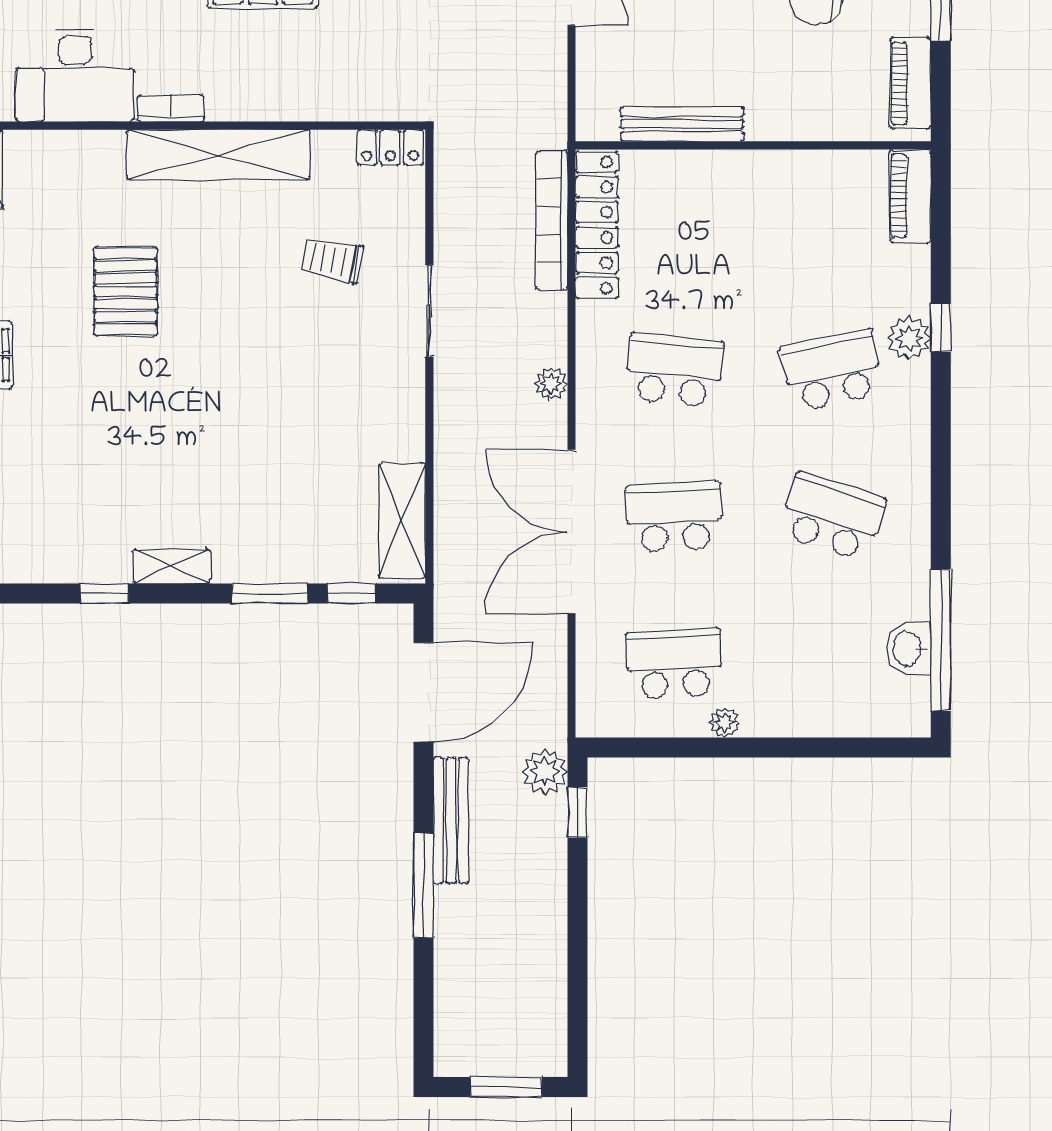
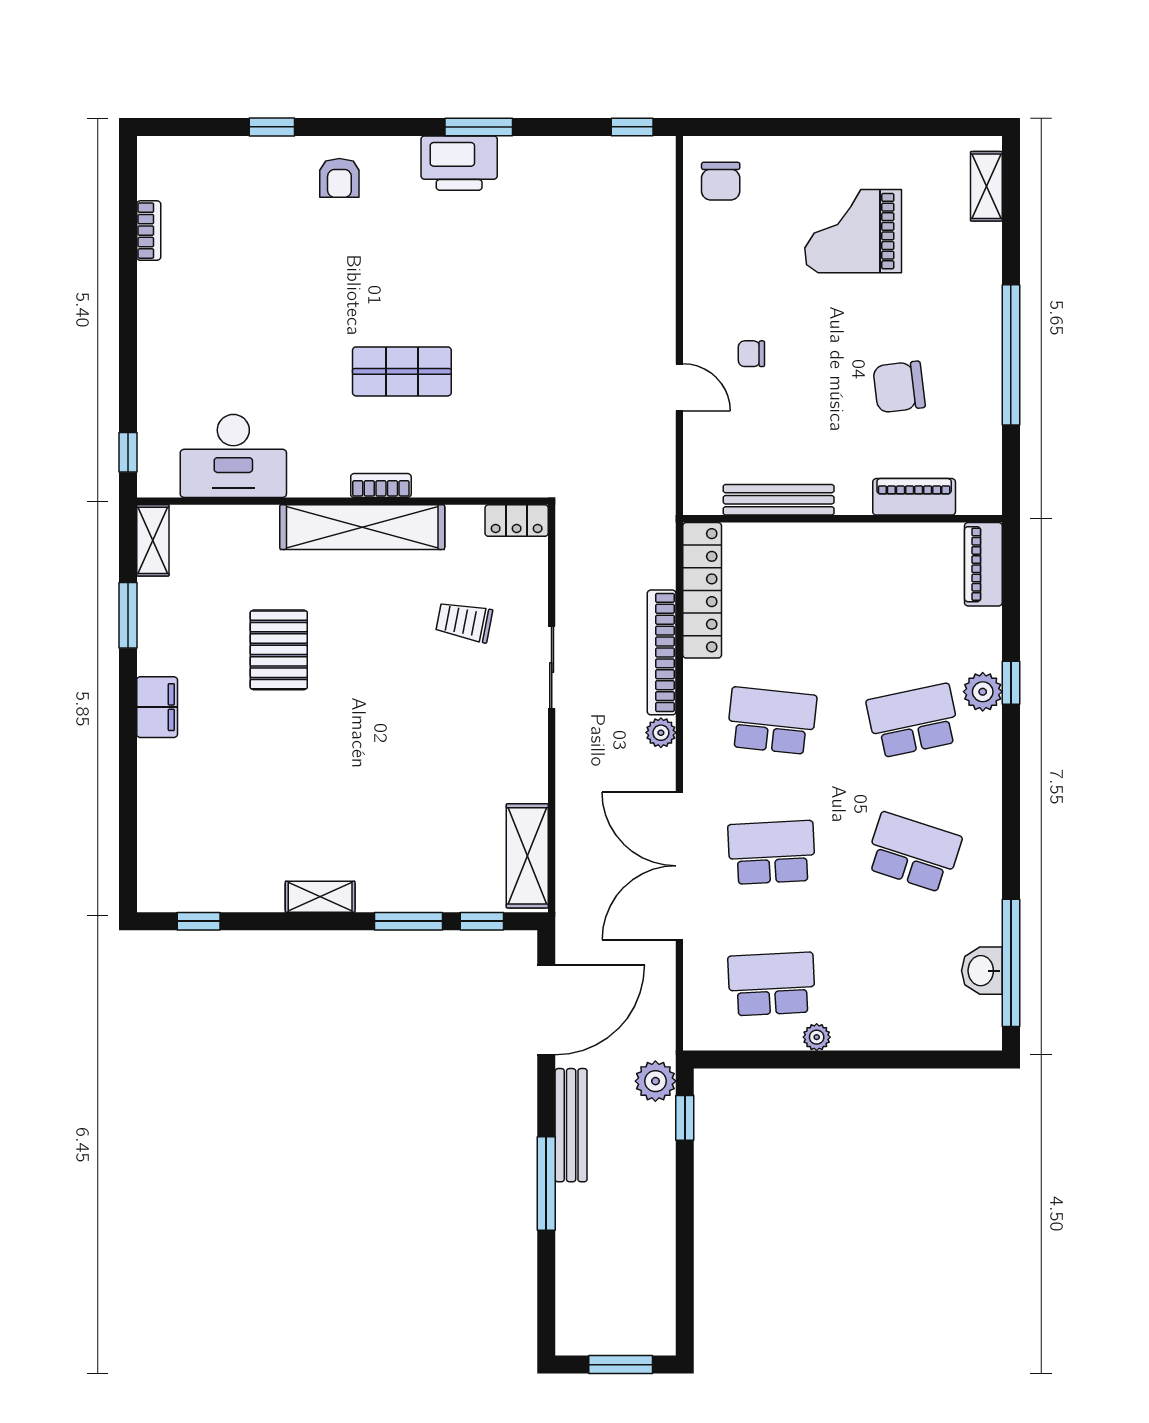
piano: (910, 83) -> (914, 497), moved, turned 90
bookcase: (171, 108) -> (381, 485), moved
bookcase: (552, 220) -> (662, 652), moved
window: (104, 594) -> (199, 921), moved

